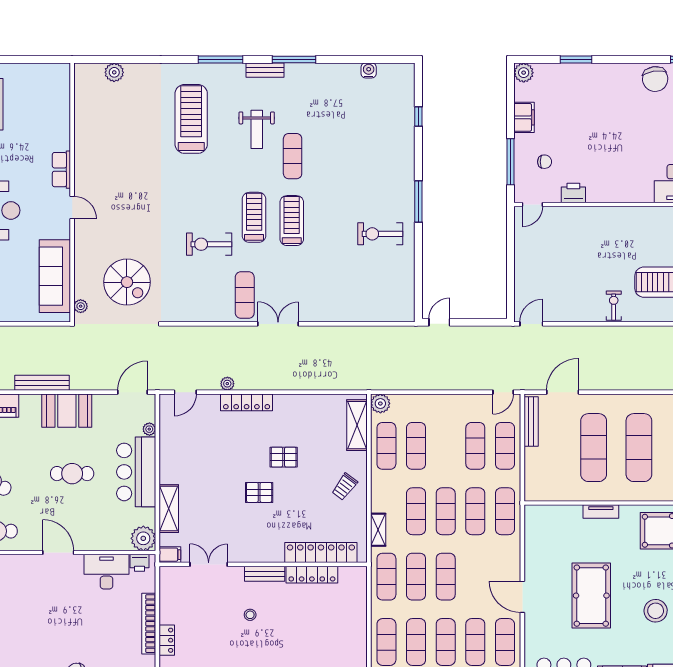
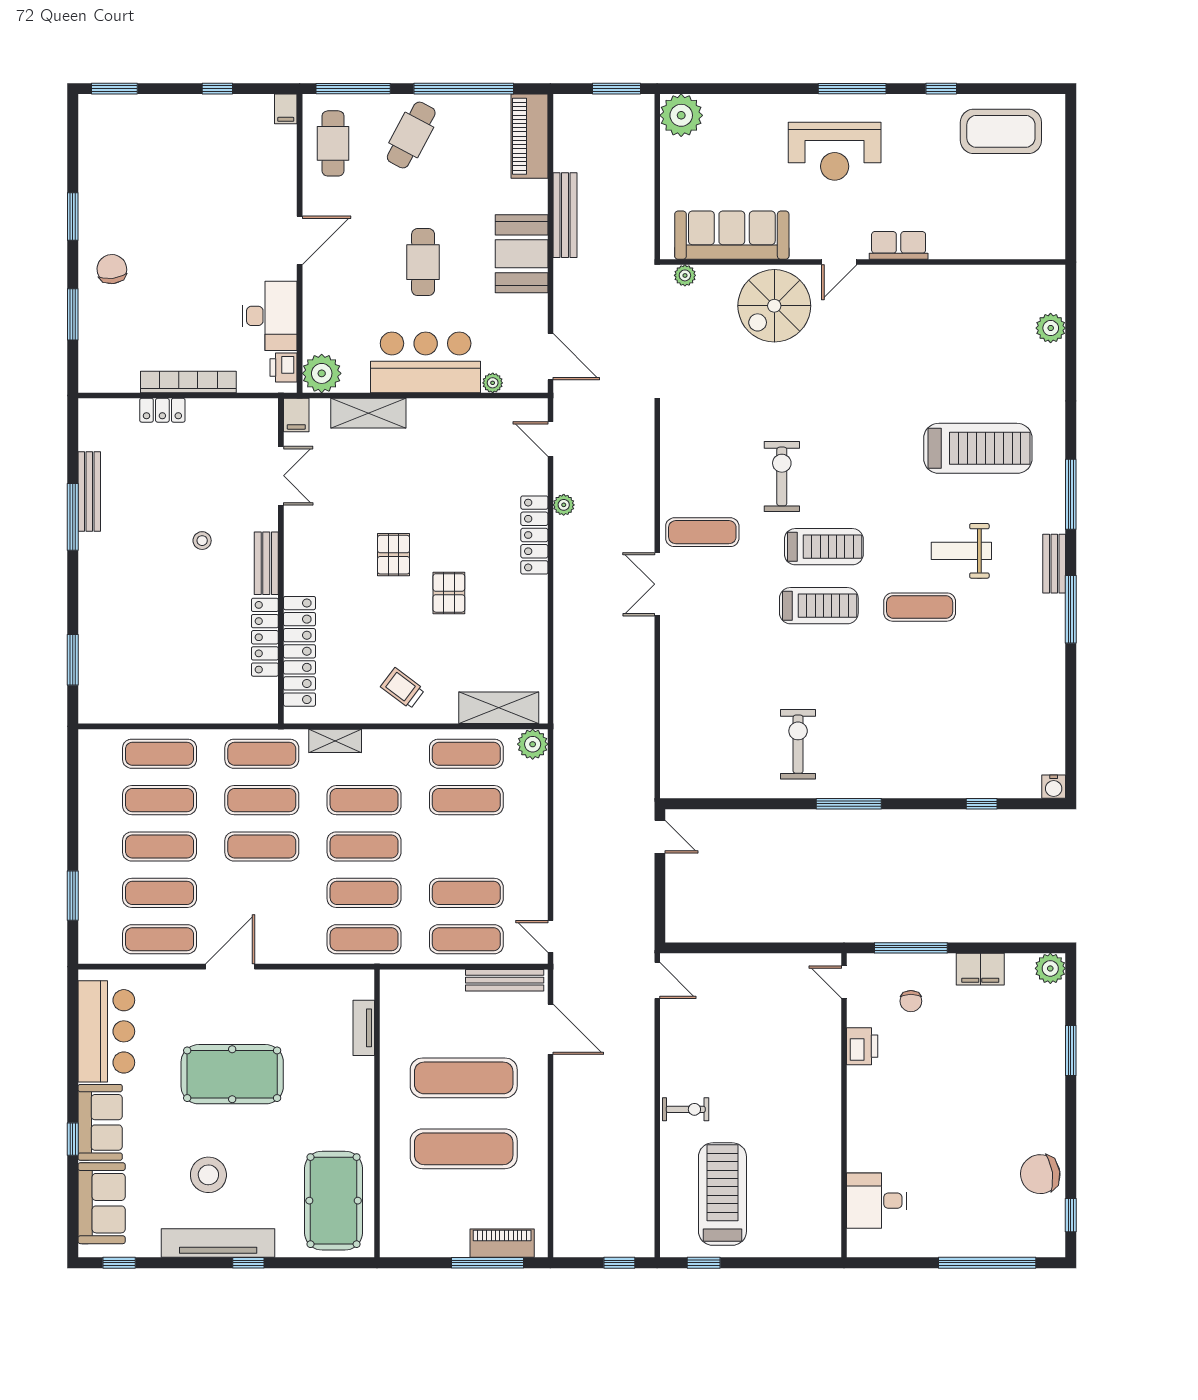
water cooler: (369, 70) -> (1054, 787), moved, turned 90
spiral stairs: (127, 282) -> (774, 306), moved
double door: (278, 324) -> (657, 584), swing flipped
tv unit: (601, 512) -> (364, 1028), moved

